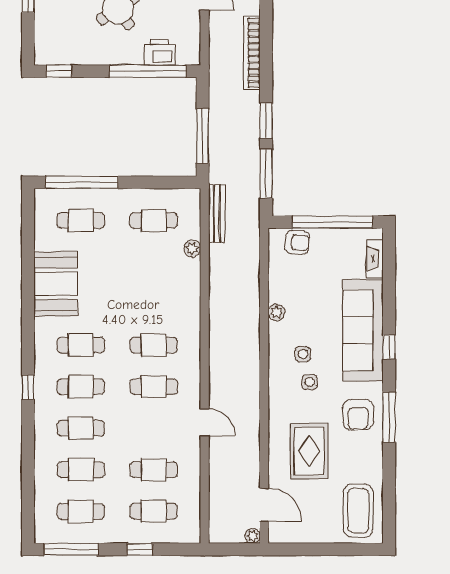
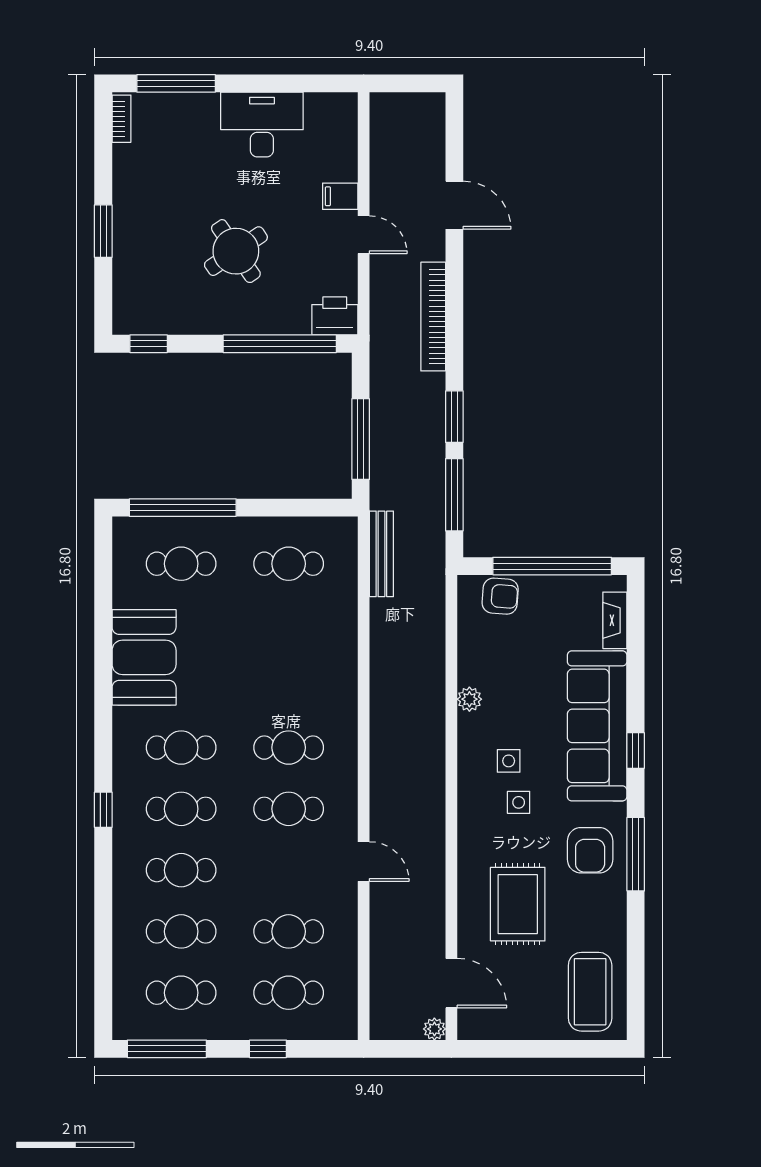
printer: (160, 52) -> (335, 316), moved
plant: (192, 248) -> (345, 605), removed

